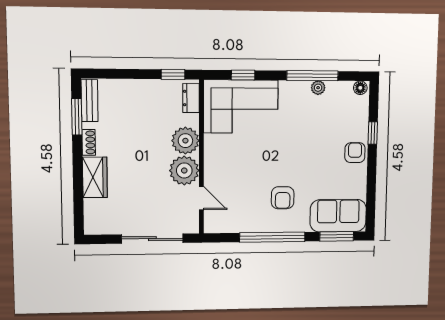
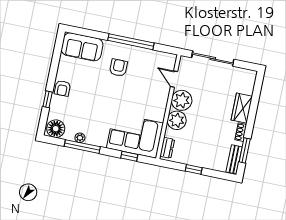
window: (173, 74) -> (194, 169), moved
floor lamp: (360, 88) -> (56, 129), width x1.89, depth x1.89
window: (337, 236) -> (86, 32), removed

